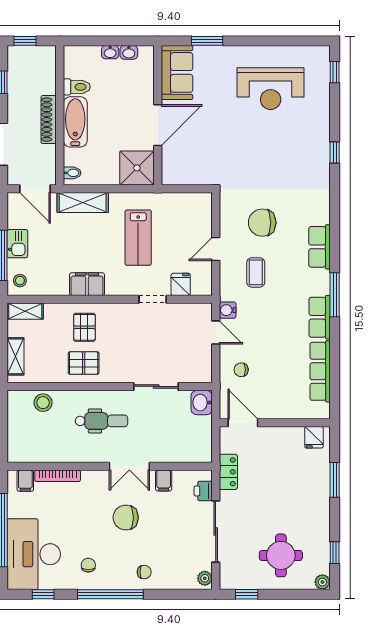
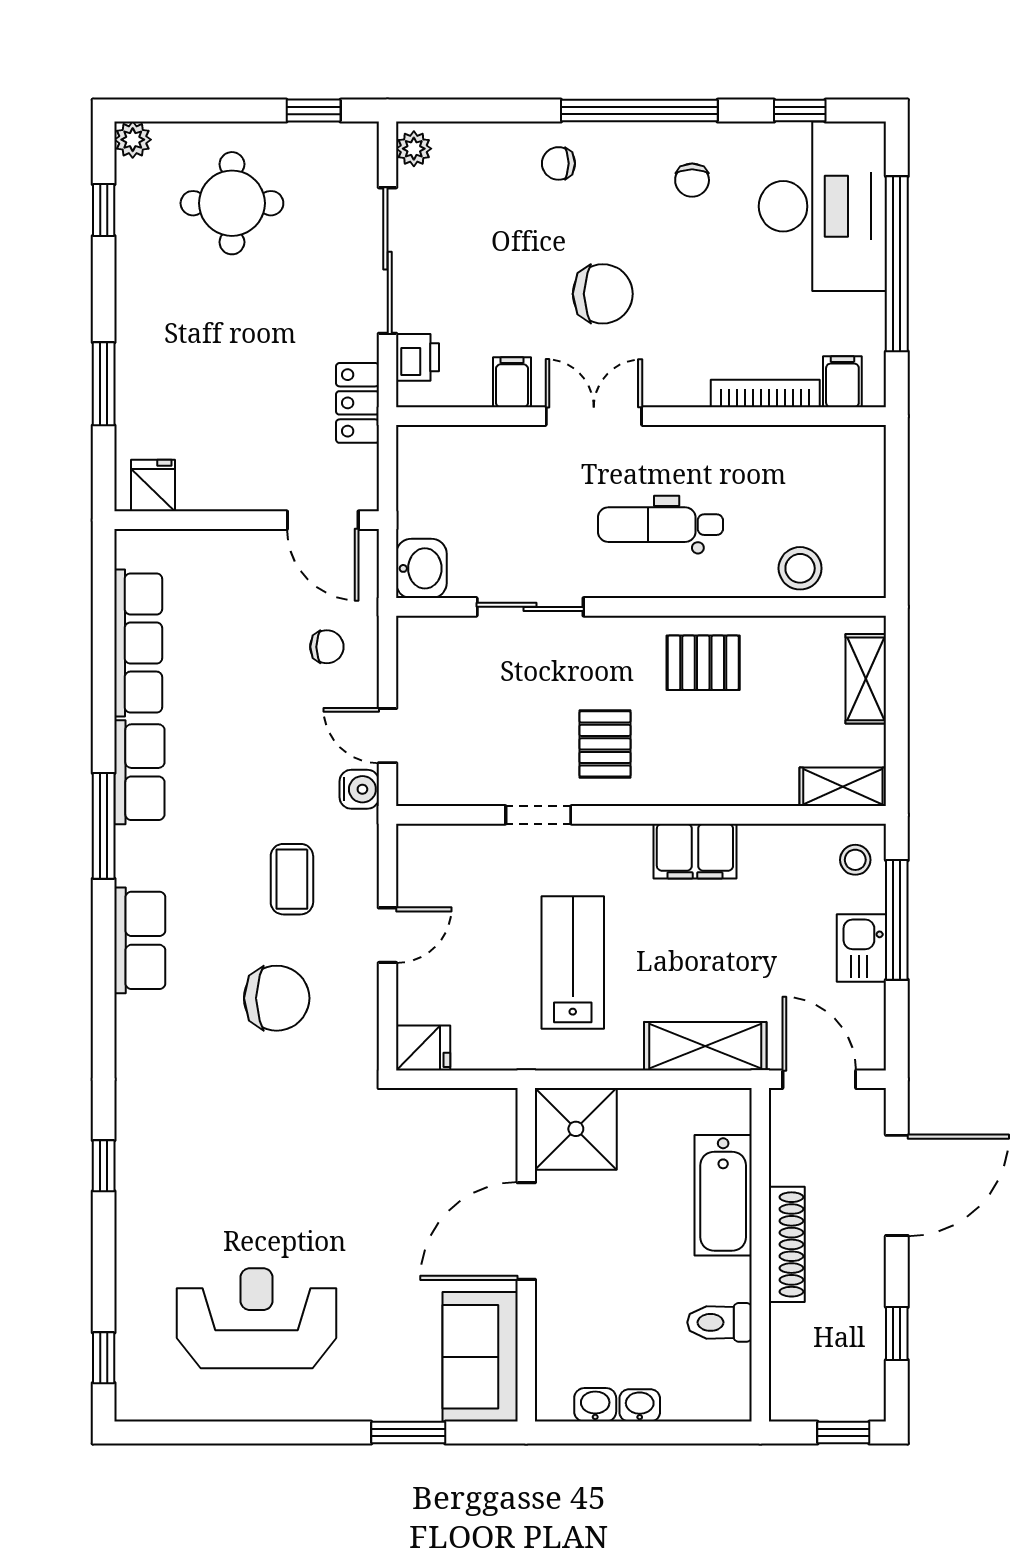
bathtub: (75, 122) -> (723, 1195), moved
bidet: (72, 173) -> (731, 1117), removed
fridge: (181, 284) -> (423, 1048), moved, turned -90
pallet: (84, 327) -> (605, 744), moved

